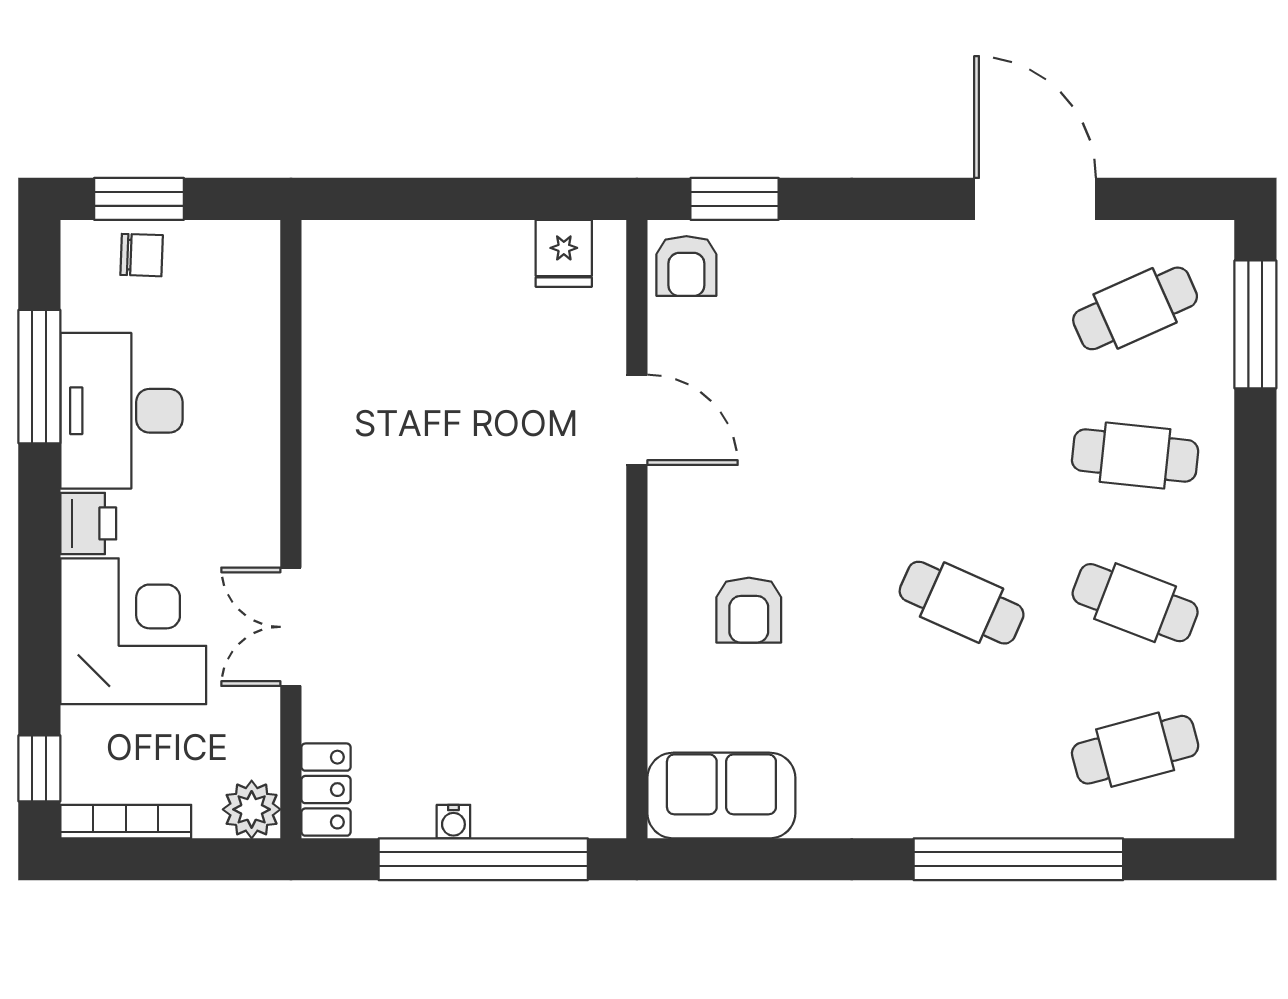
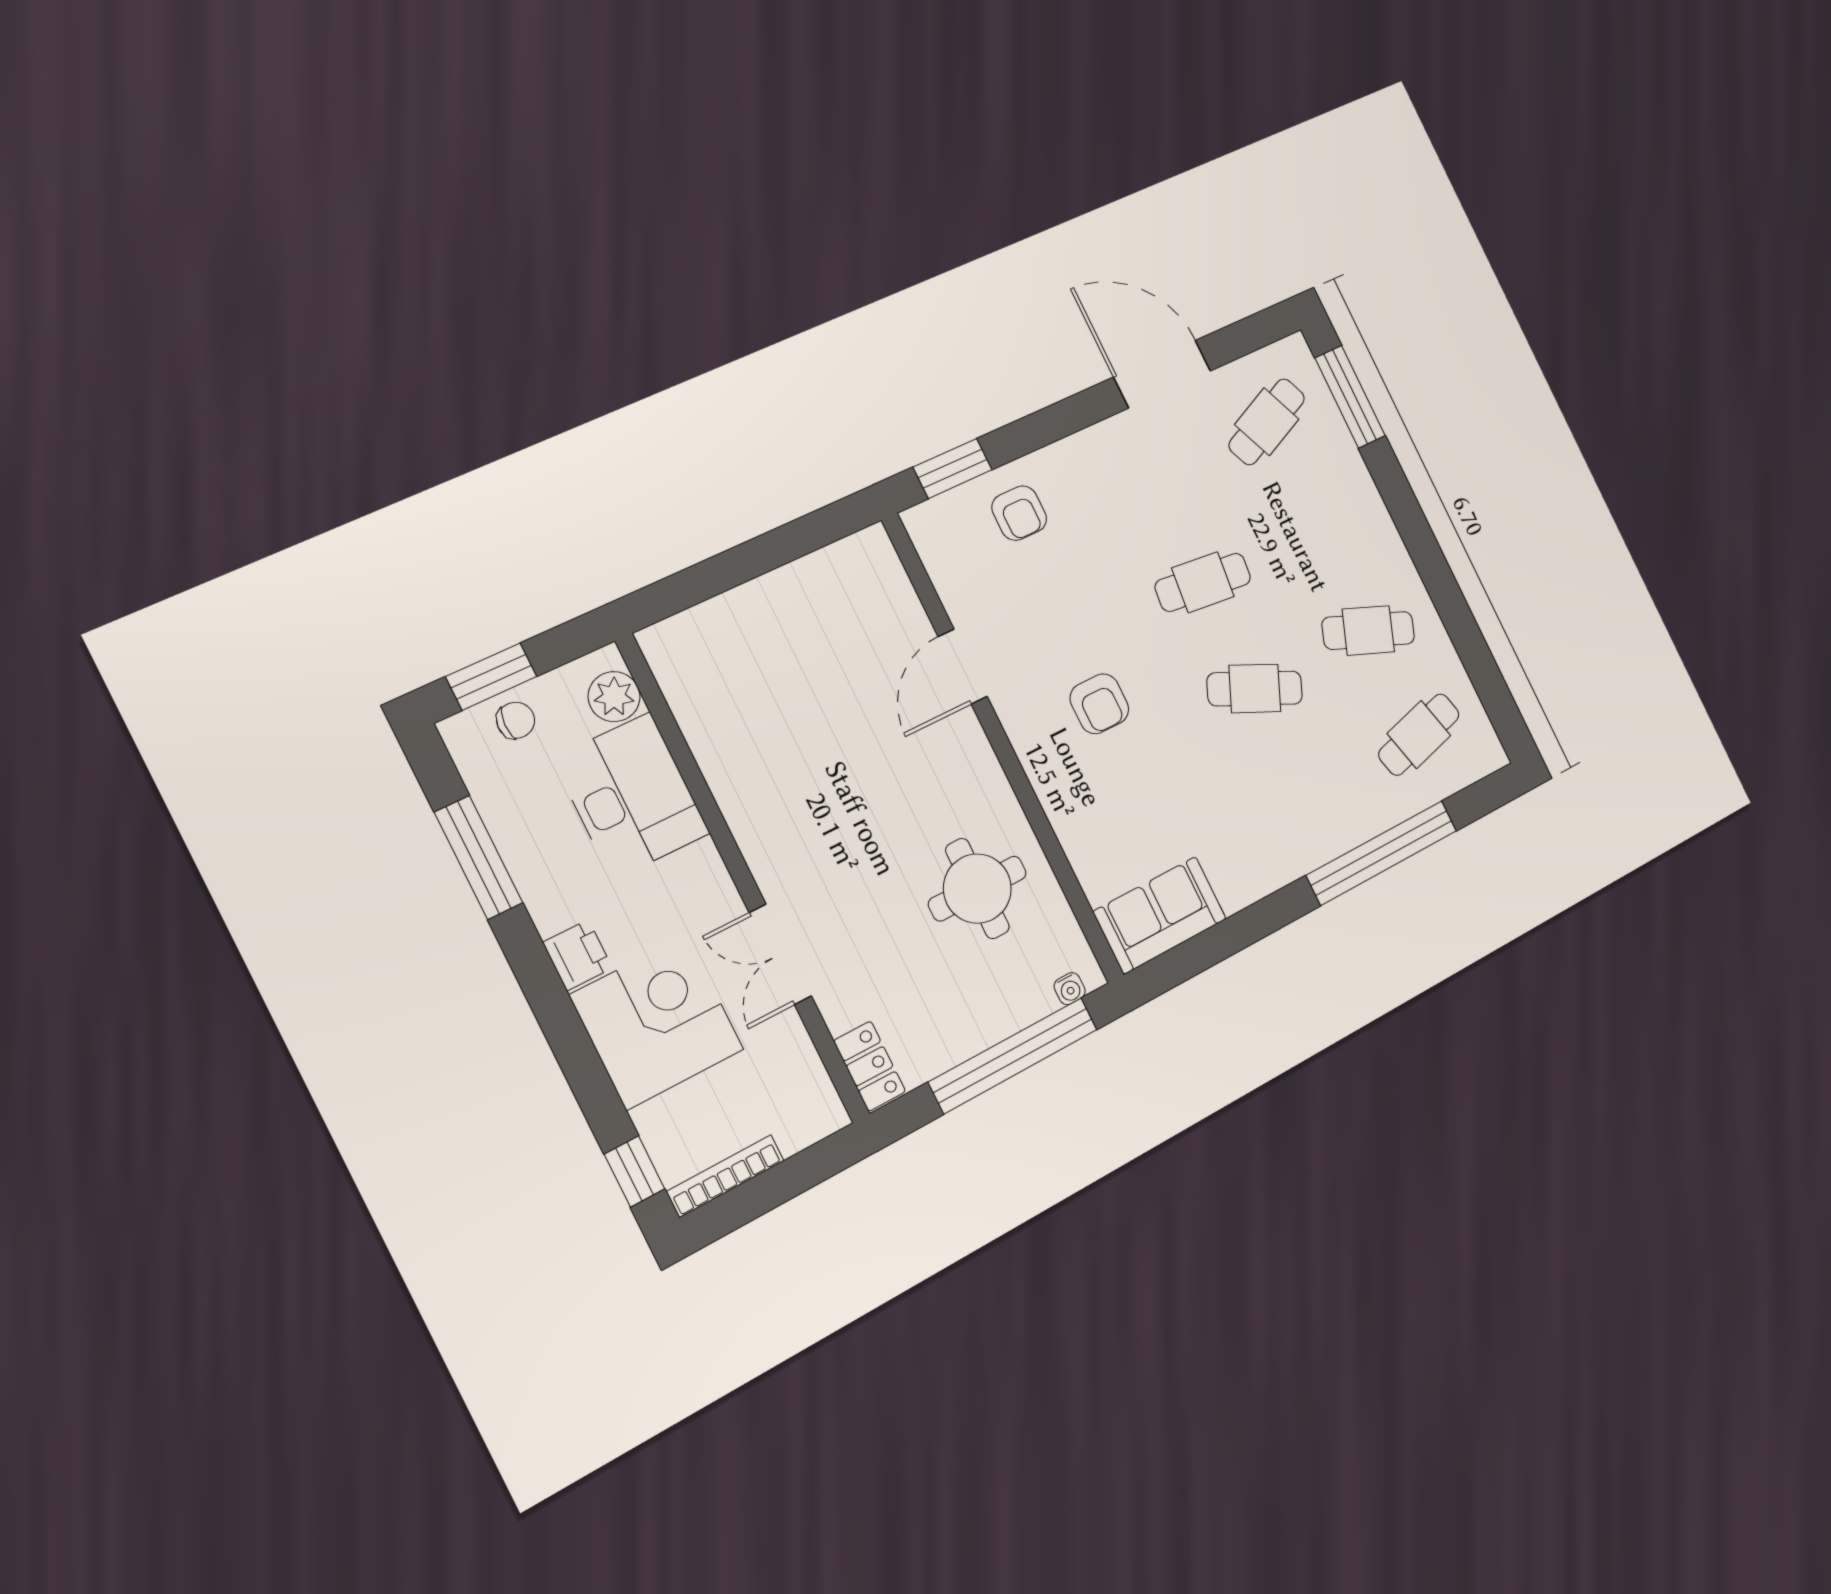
fridge: (564, 253) -> (847, 566), removed
armchair: (686, 266) -> (1019, 513), moved
desk: (121, 411) -> (631, 796), moved, turned 180
door: (637, 420) -> (963, 667), swing flipped
cafe table: (1135, 456) -> (1203, 582), moved
armchair: (749, 610) -> (1099, 704), moved
round table: (533, 664) -> (977, 889), added
plant: (252, 809) -> (614, 697), moved
water cooler: (453, 822) -> (1070, 989), moved

